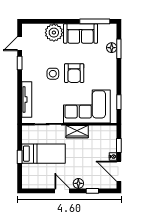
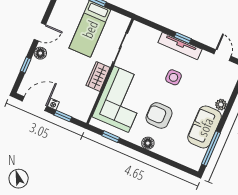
plant: (54, 33) -> (221, 105), width x0.53, depth x0.53
floor lamp: (112, 48) -> (148, 143), moved
window: (119, 49) -> (169, 162), removed
window: (20, 63) -> (183, 38), moved
armchair: (74, 73) -> (159, 115), moved
tv unit: (27, 99) -> (180, 46), moved

